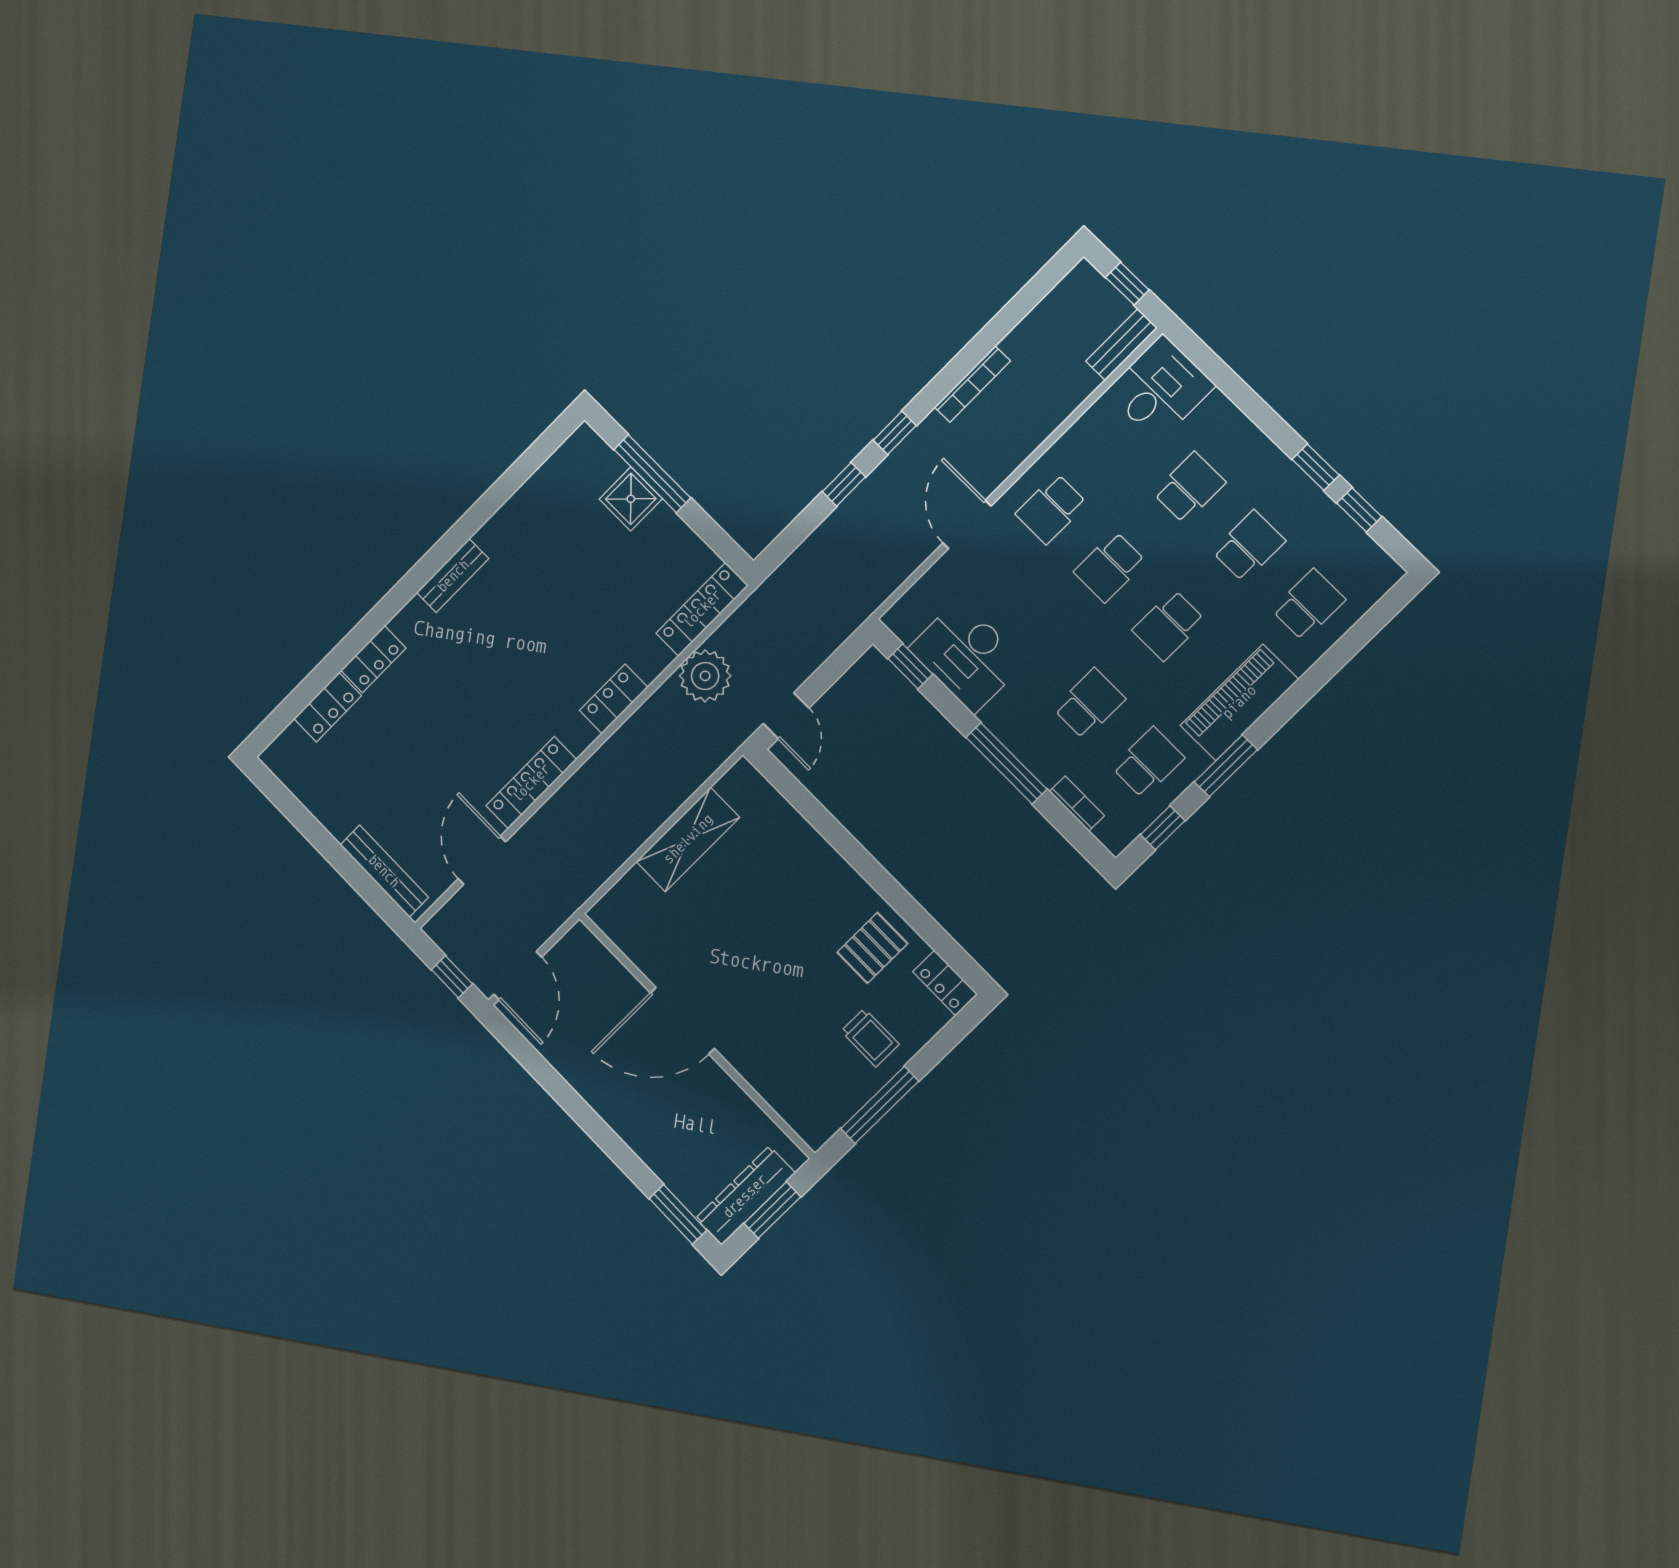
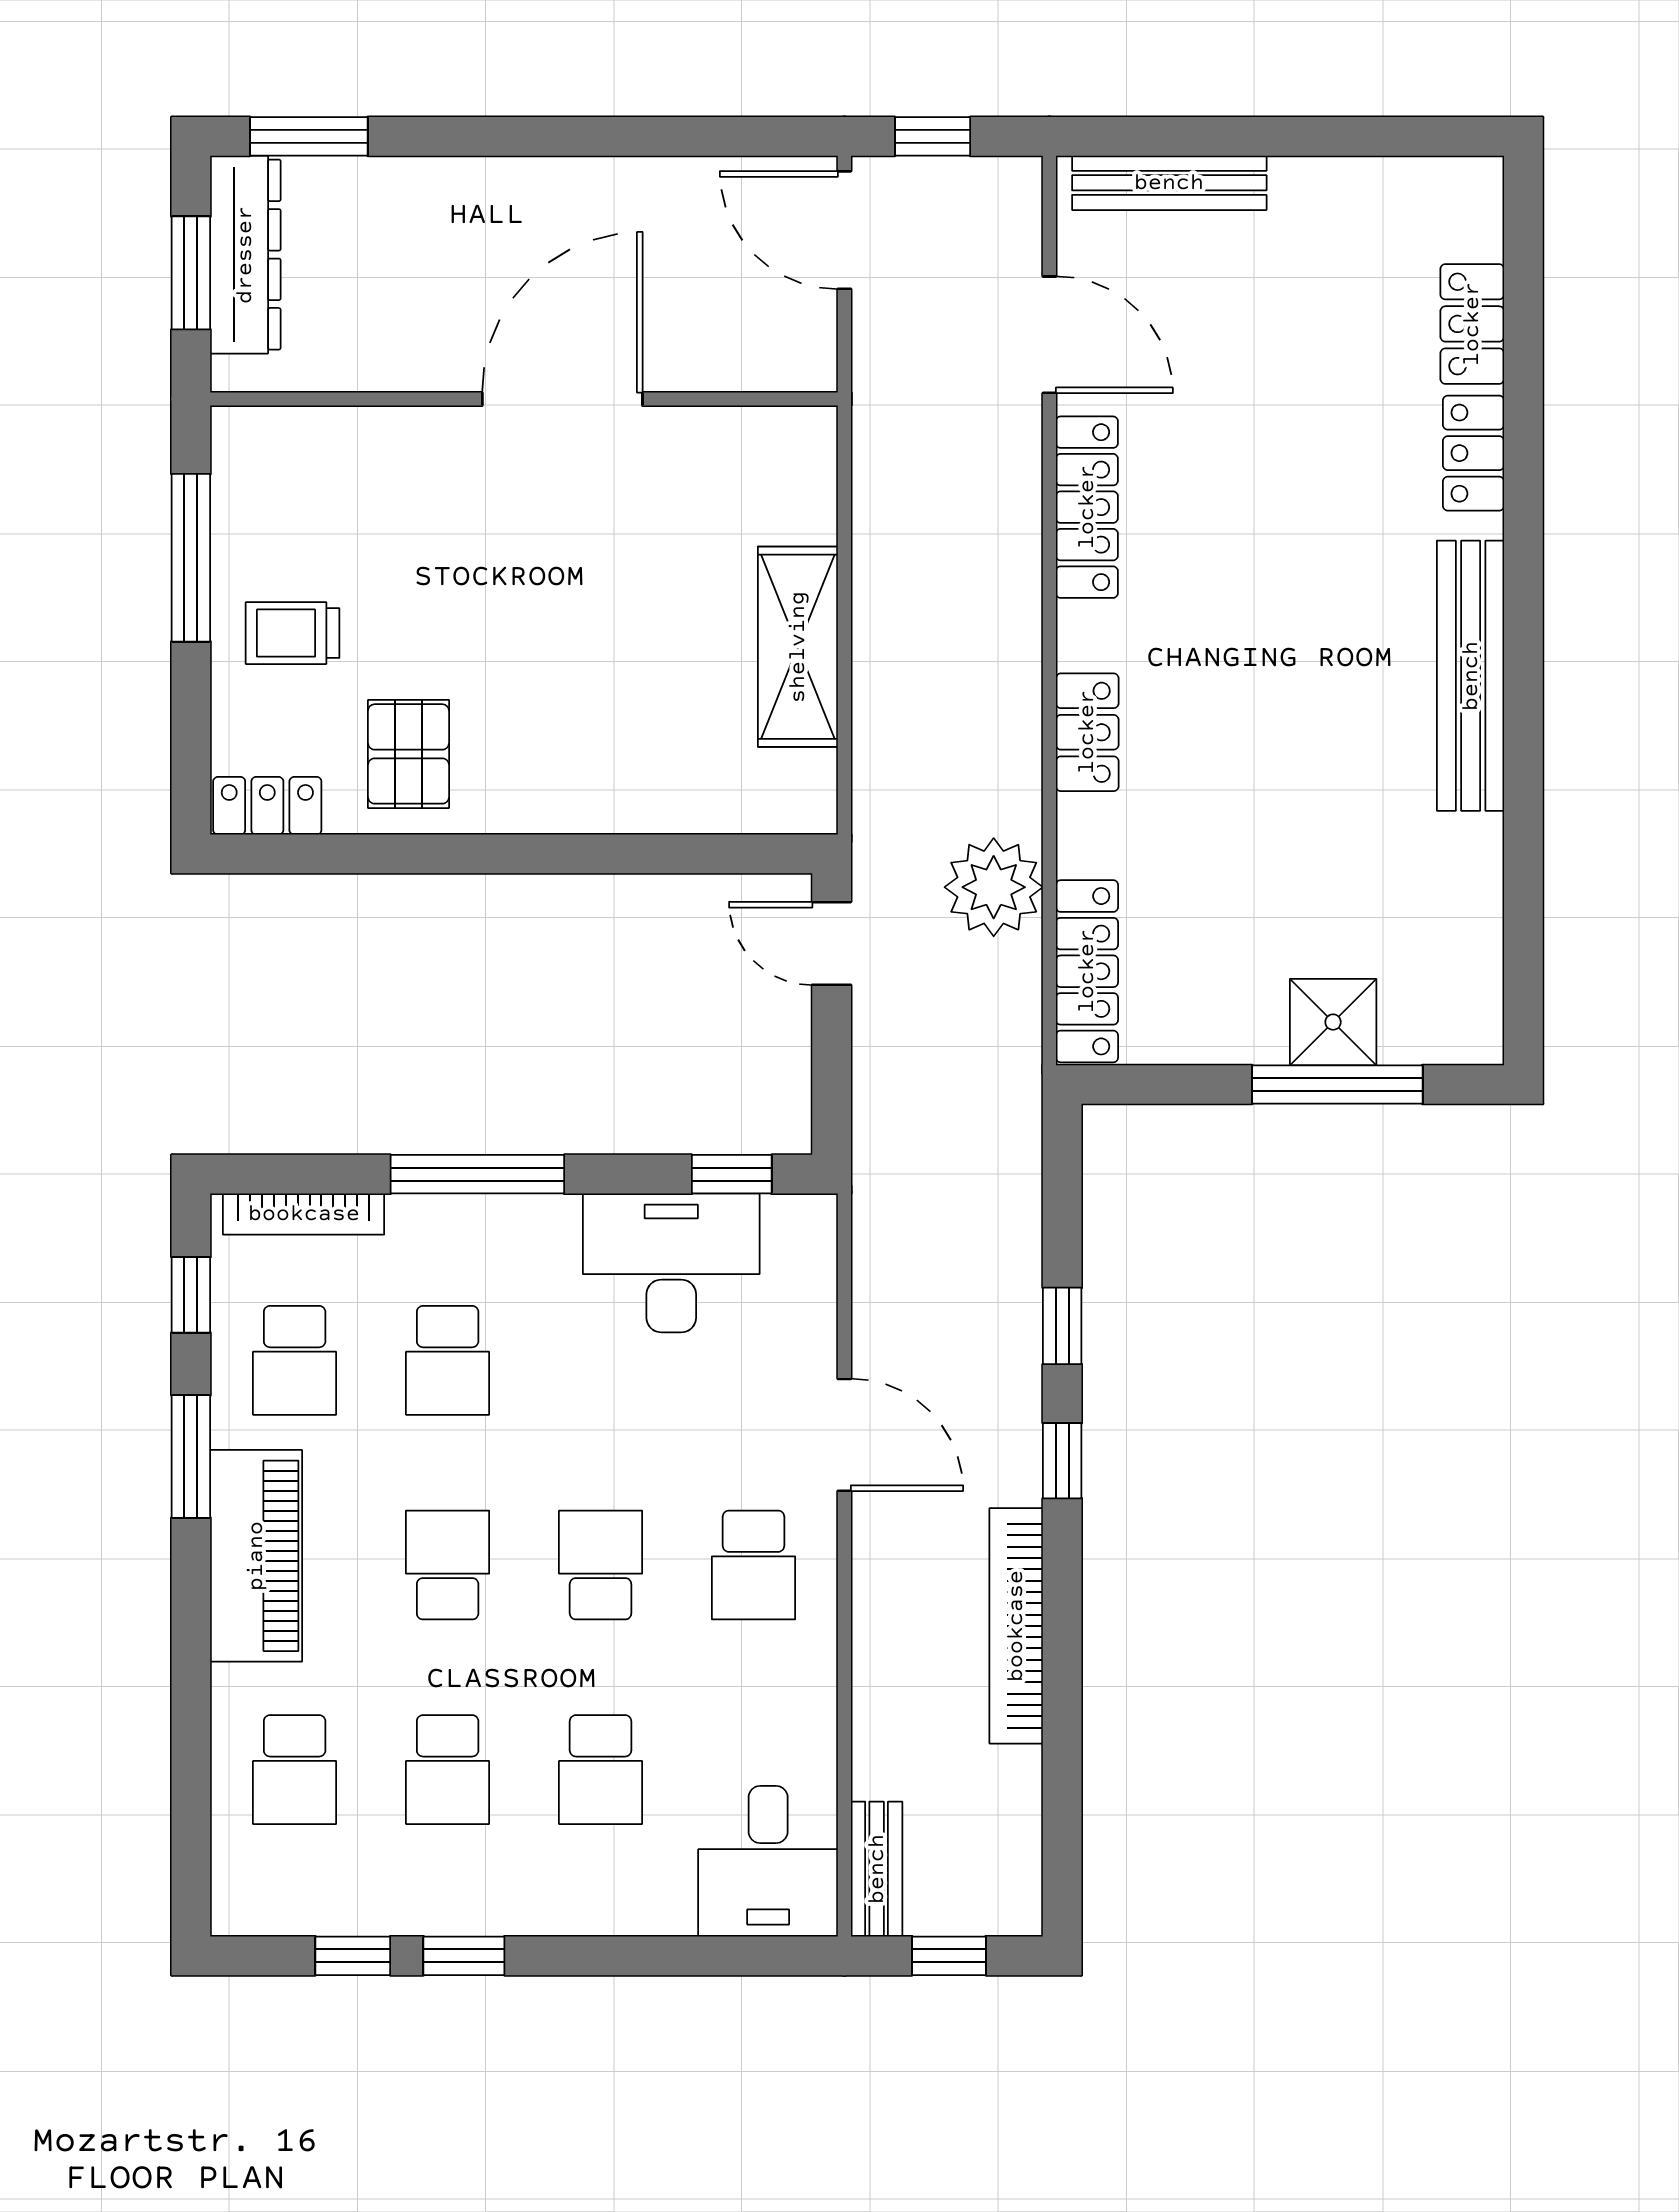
bookcase: (972, 384) -> (1016, 1626), width x1.48, depth x1.31
school desk: (1051, 509) -> (754, 1565), turned 180
bench: (453, 576) -> (1471, 676), width x1.86, depth x1.21
bookcase: (1077, 804) -> (304, 1214), width x1.56

